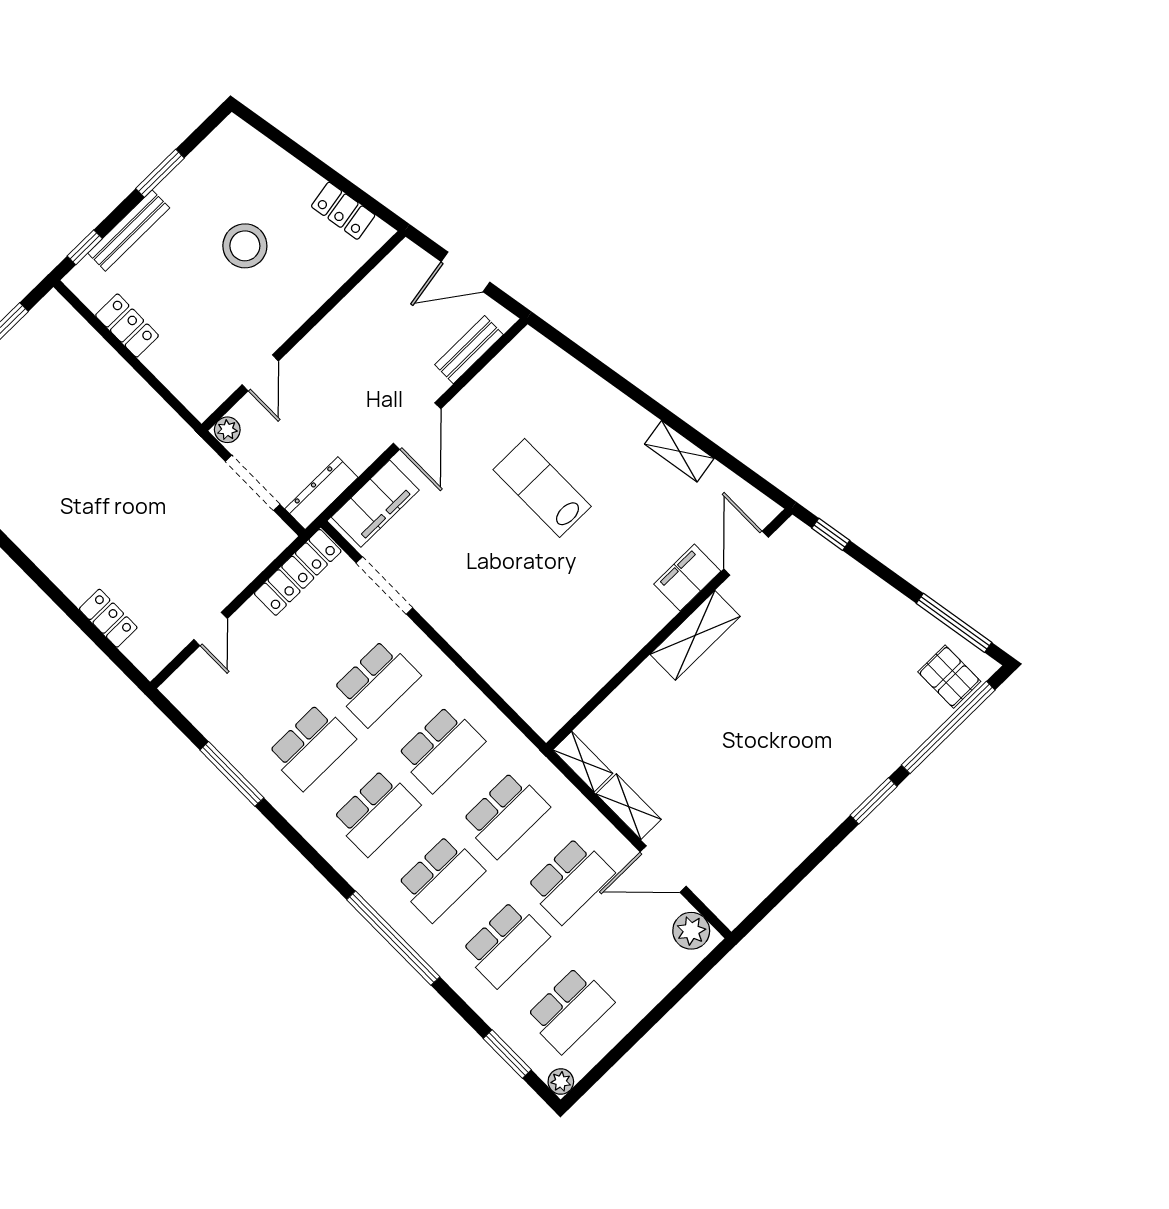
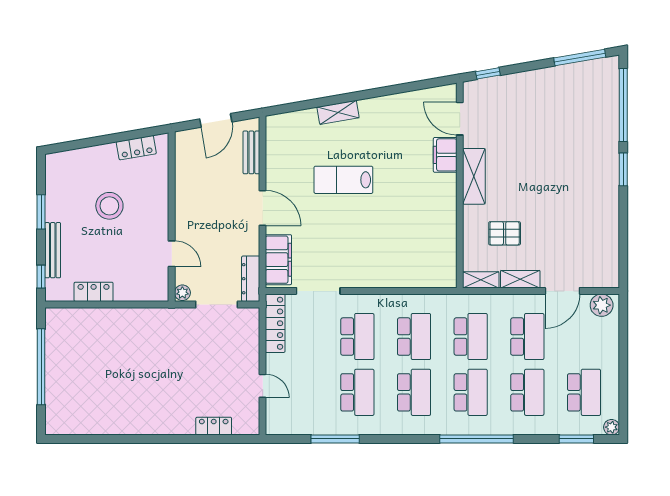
shelving: (679, 451) -> (338, 112), moved
pallet: (949, 677) -> (505, 233), moved

